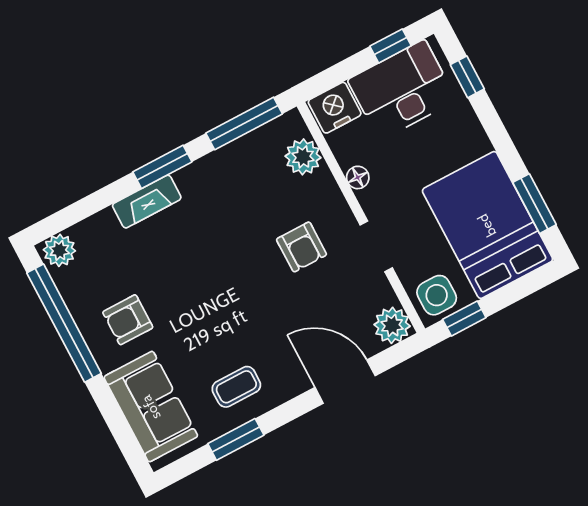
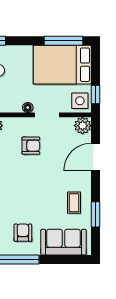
floor lamp: (358, 177) -> (28, 108), moved
window: (534, 204) -> (64, 41), width x1.44
armchair: (128, 320) -> (23, 233), turned 180

